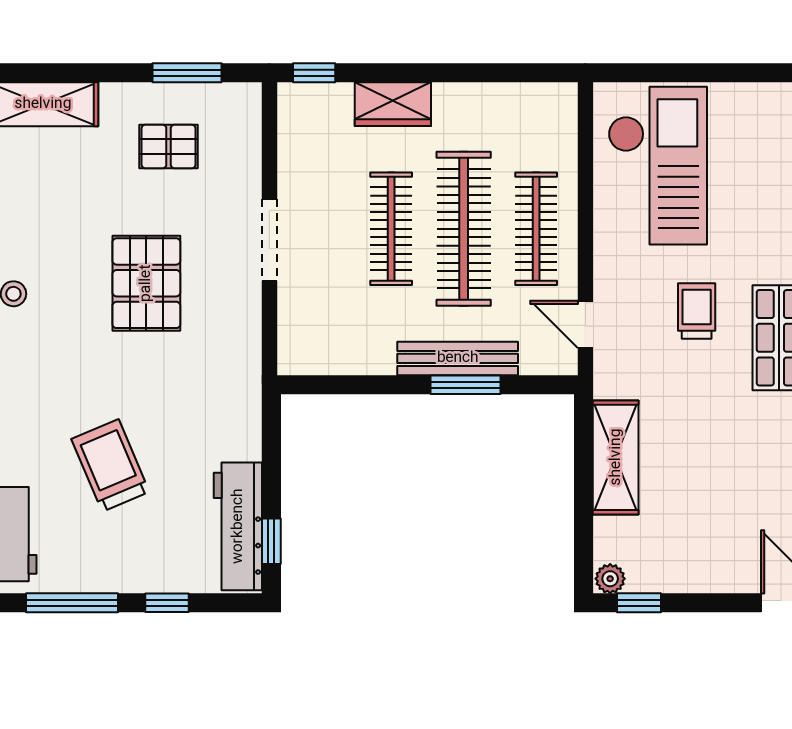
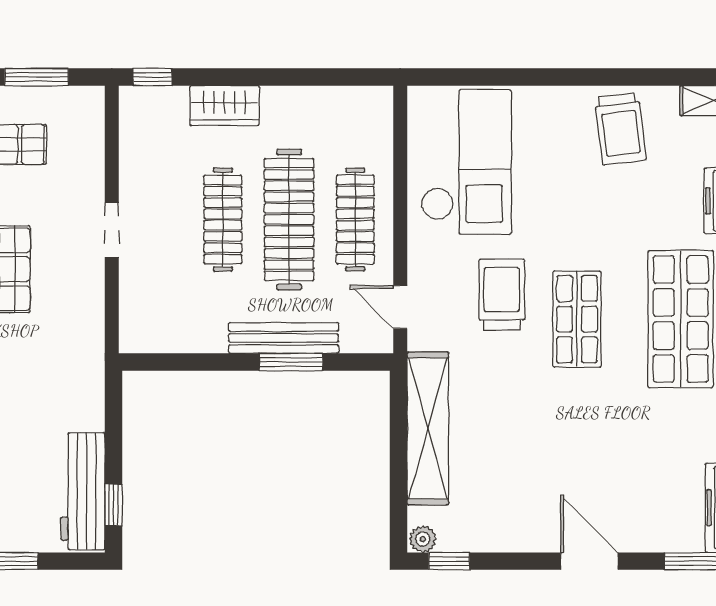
doorway: (269, 240) -> (112, 230), width x0.73
trolley: (697, 311) -> (502, 295), width x1.36, depth x1.39
shelving: (616, 457) -> (428, 428), width x1.47

